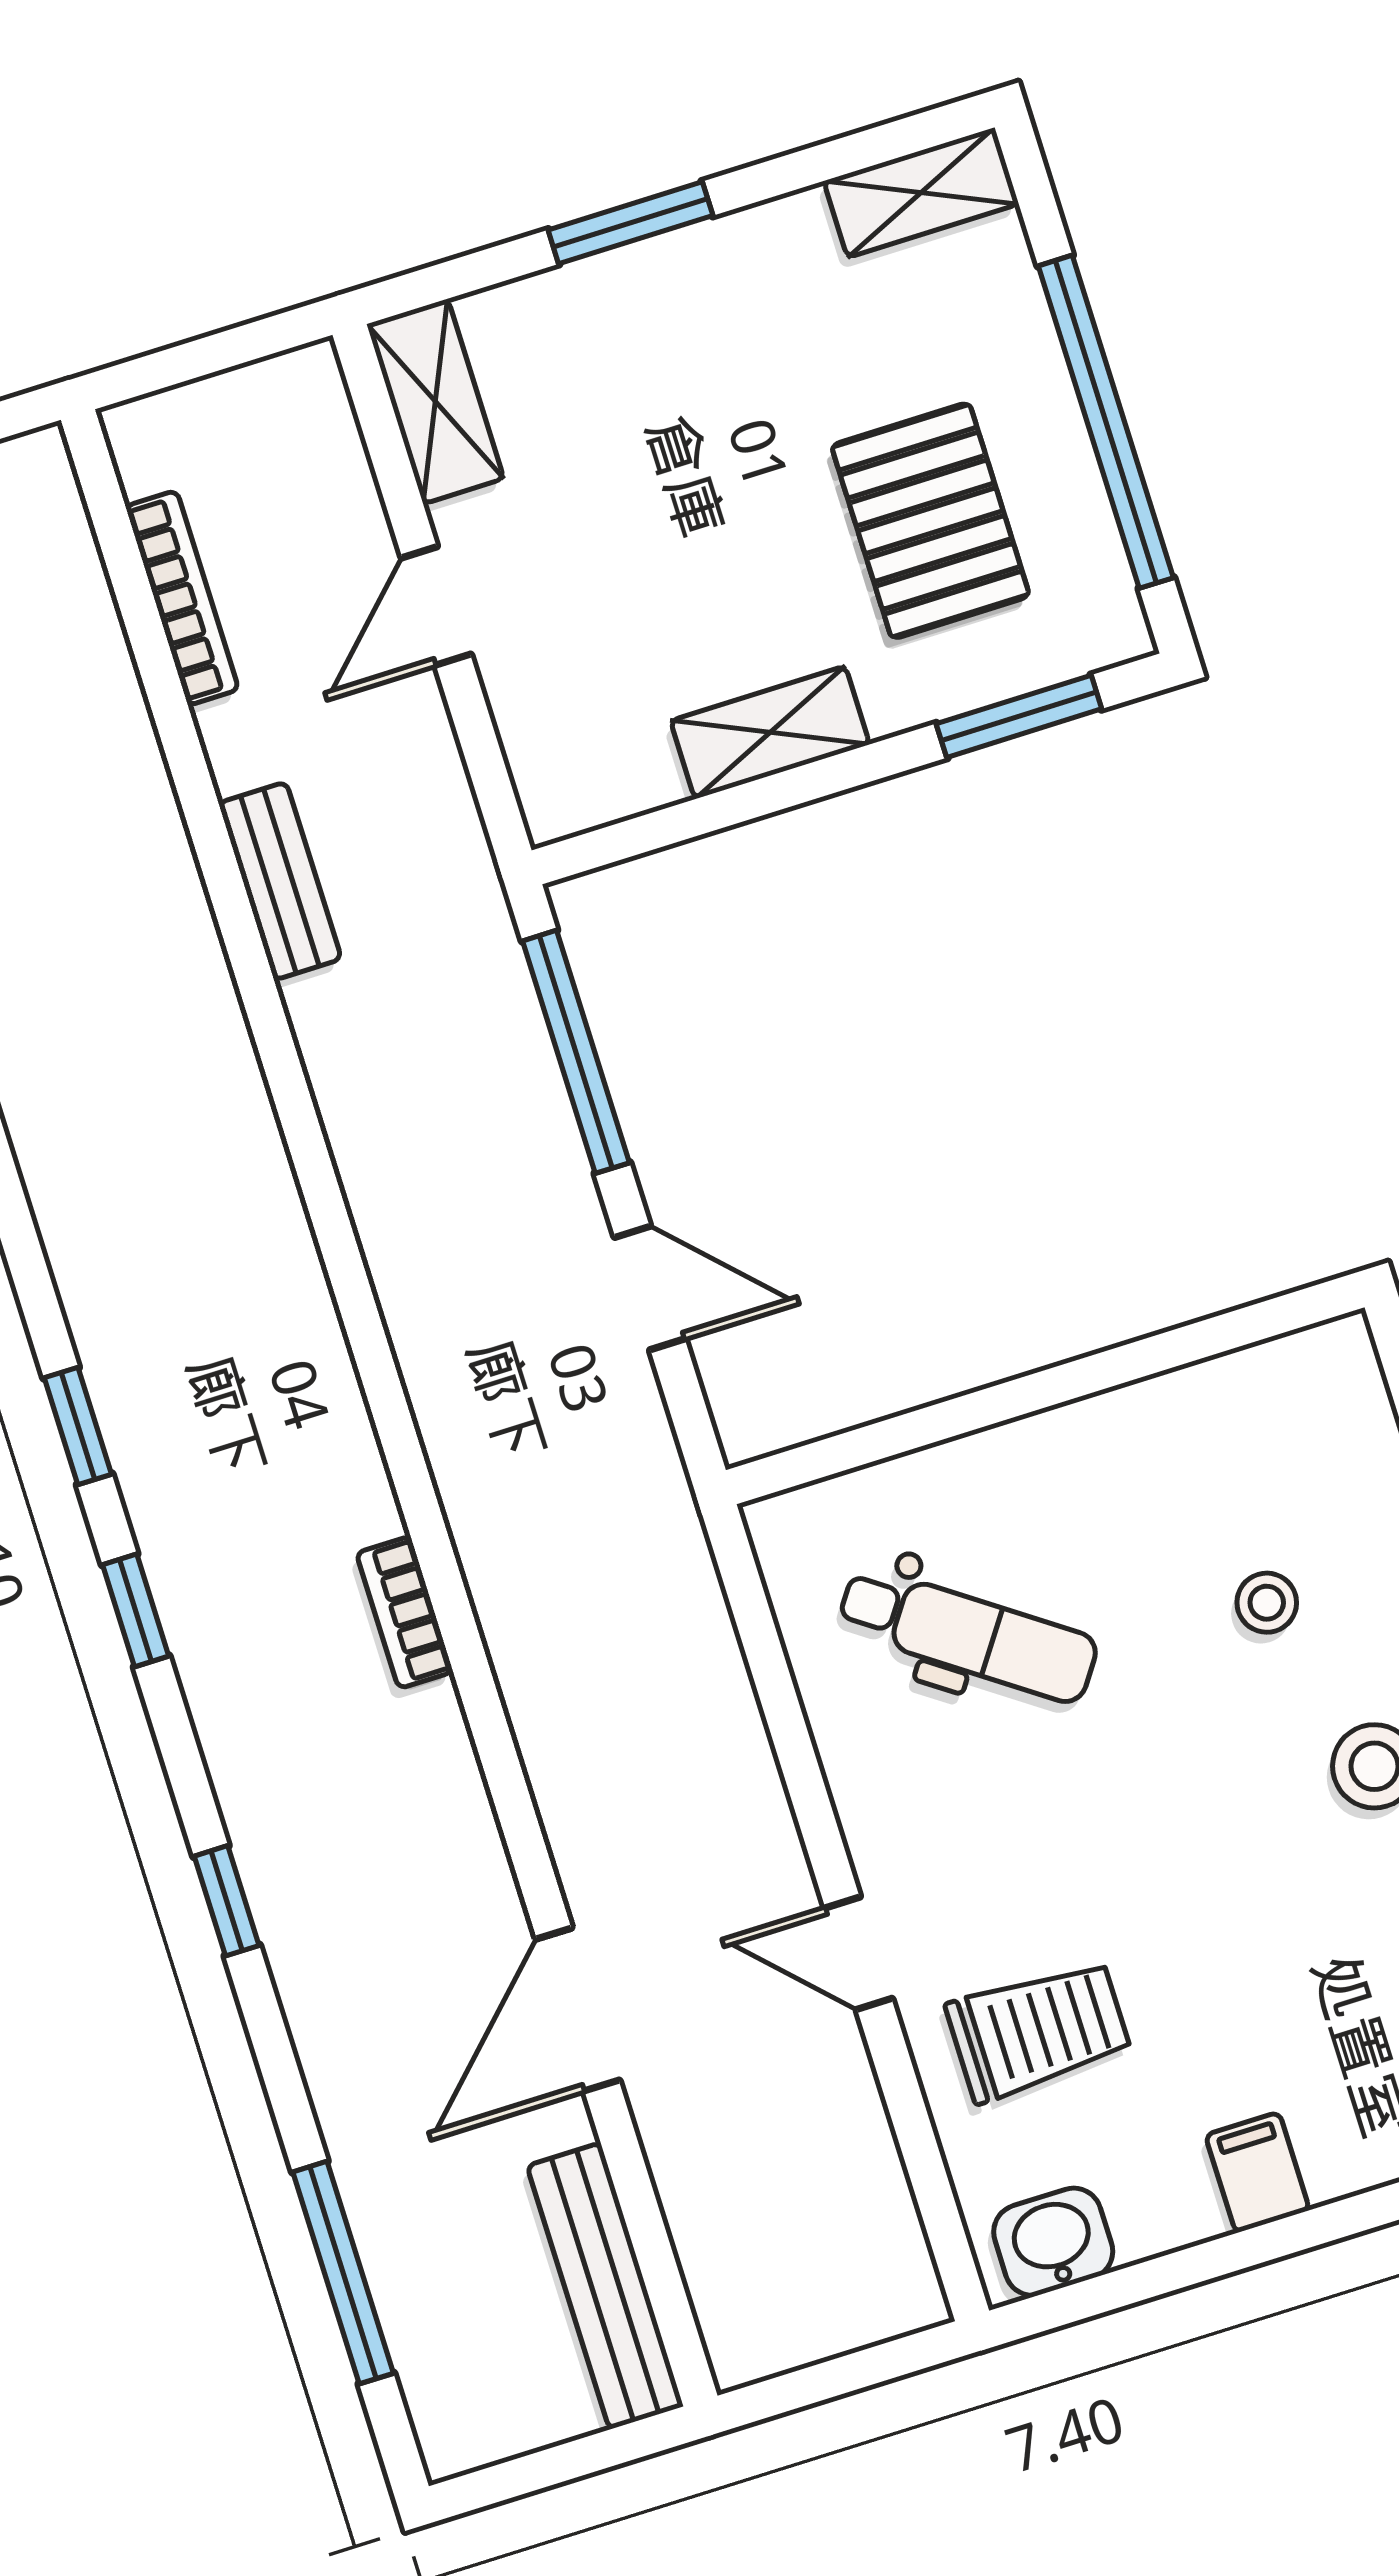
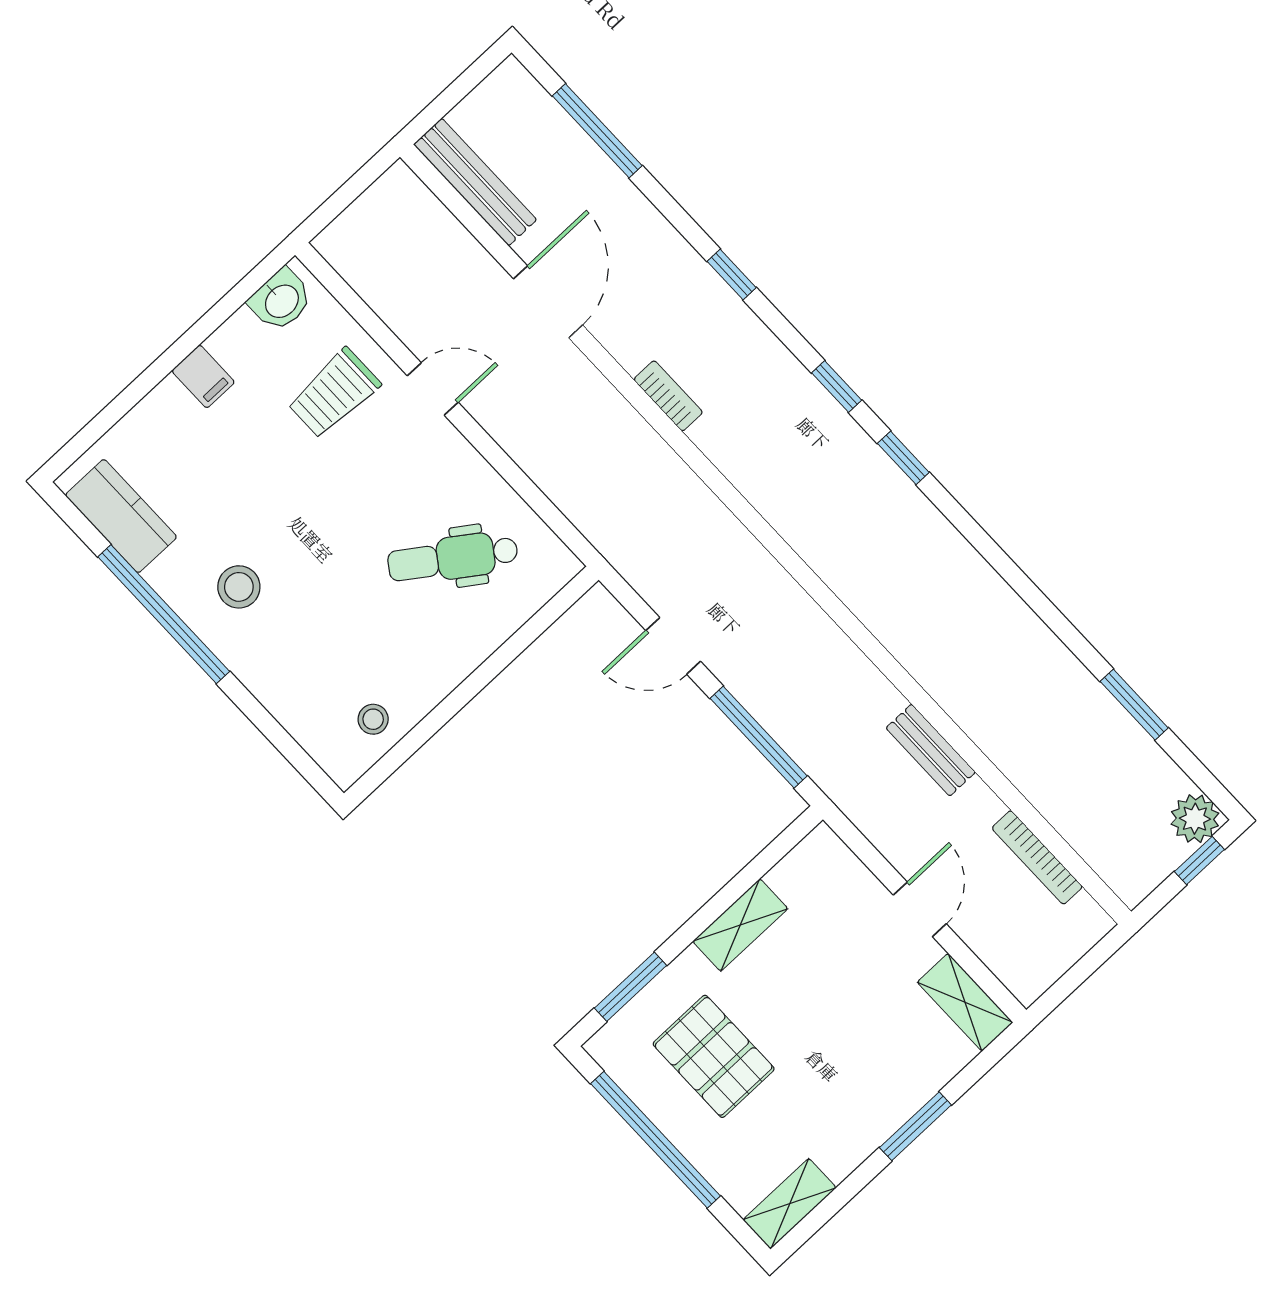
stool: (1267, 1603) -> (373, 719), moved
bookcase: (405, 1612) -> (668, 396), moved

